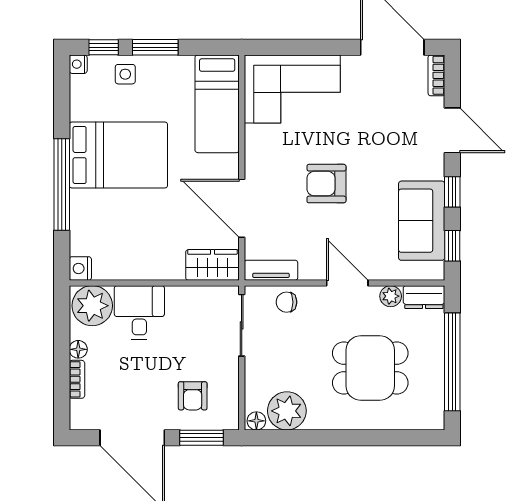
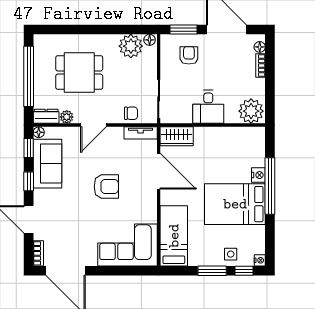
nightstand: (80, 268) -> (258, 175), moved
floor lamp: (436, 271) -> (39, 132), added
door: (347, 283) -> (93, 125), hinge flipped
desk: (139, 312) -> (208, 107), moved
floor lamp: (78, 349) -> (260, 47), moved

